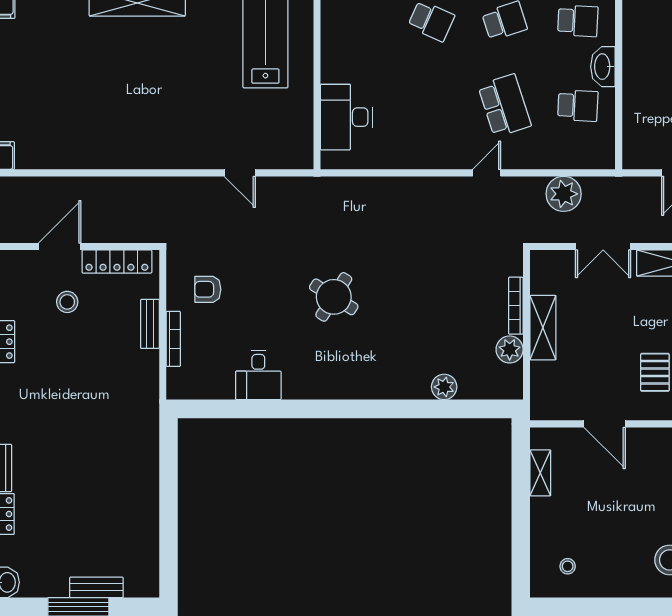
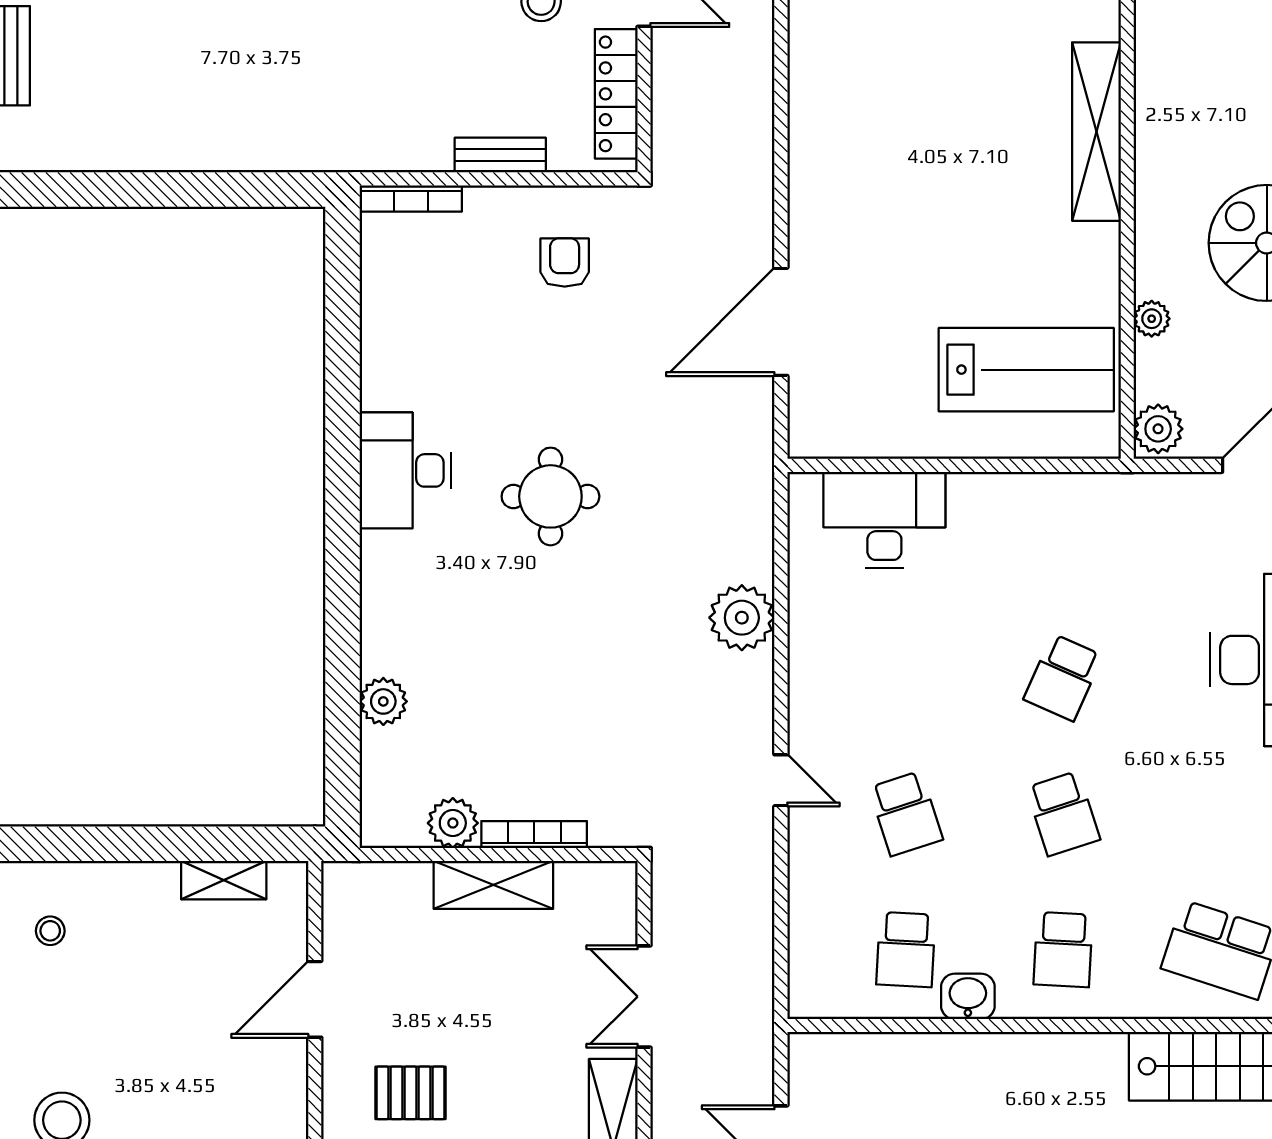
washbasin: (603, 67) -> (968, 996), width x0.72
school desk: (504, 106) -> (906, 814), width x0.54
door: (240, 173) -> (781, 322), width x1.87
plant: (564, 194) -> (742, 618), moved
round table: (334, 297) -> (550, 496), turned -32
bookcase: (173, 339) -> (411, 198), moved
desk: (258, 375) -> (405, 470), moved, width x1.37

